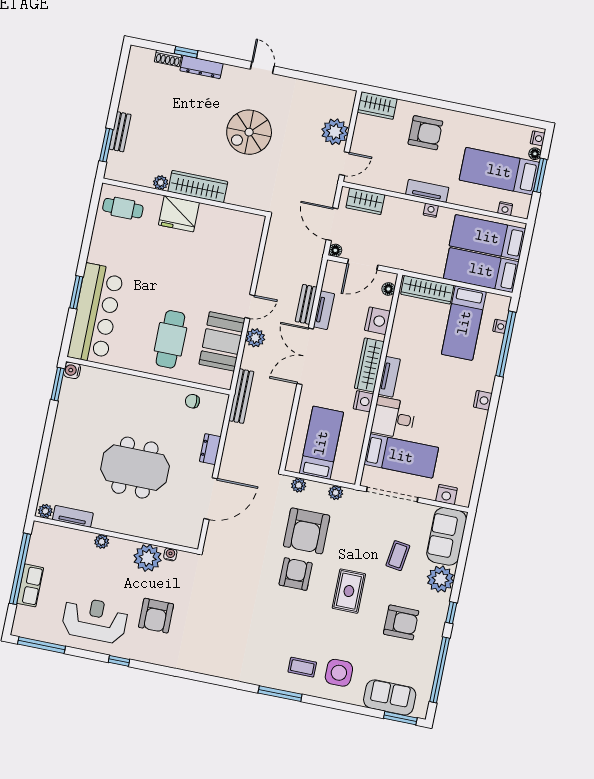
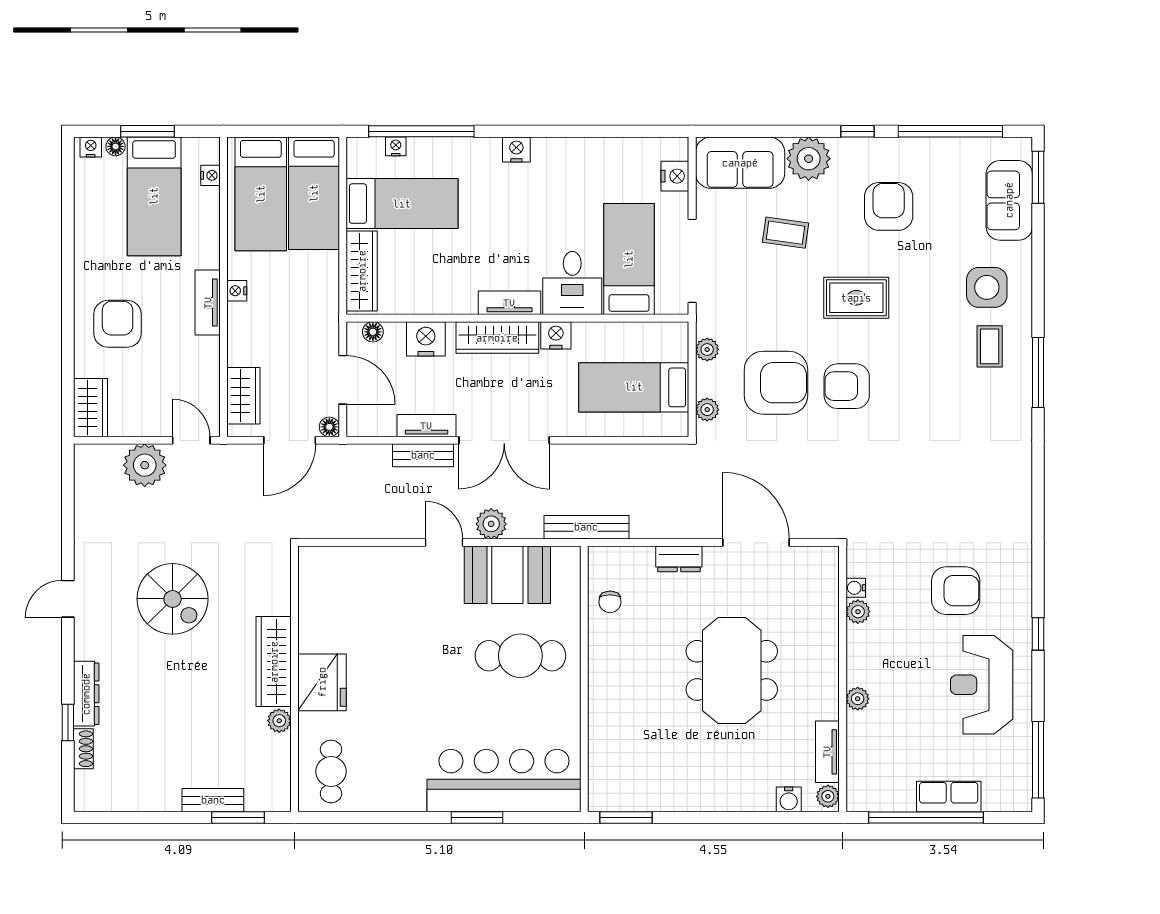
water cooler: (72, 370) -> (789, 799), moved
plant: (148, 558) -> (858, 612), width x0.53, depth x0.53

